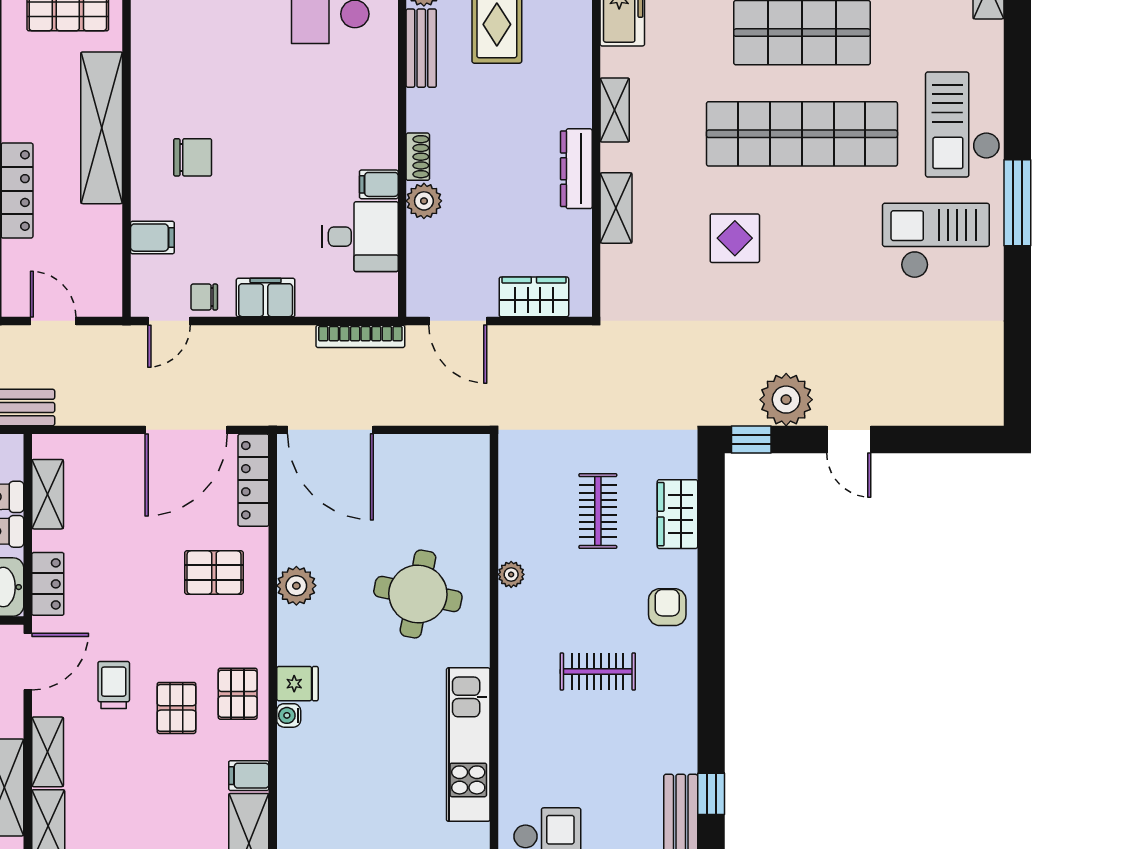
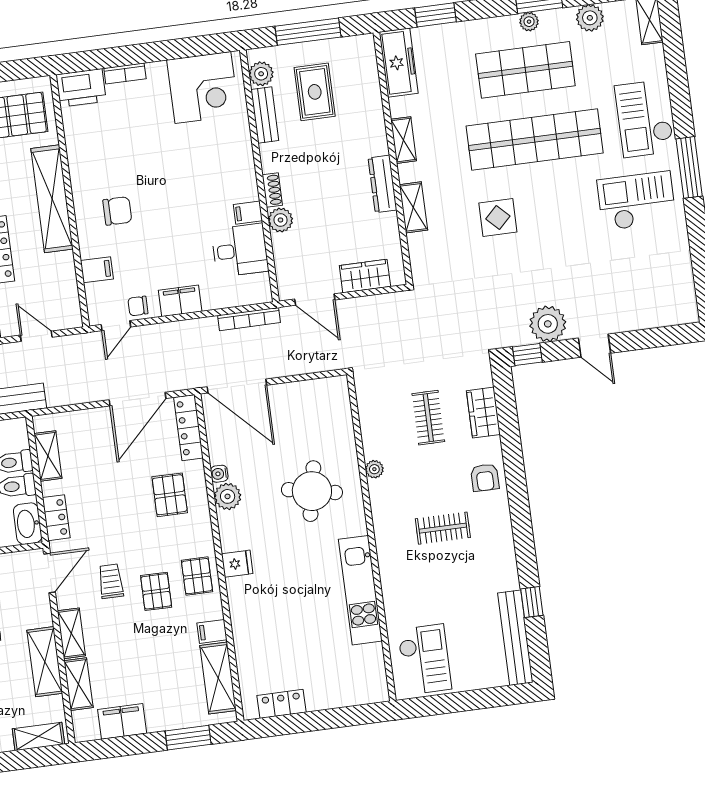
pallet: (214, 573) -> (170, 495), turned 90
armchair: (667, 607) -> (485, 478), turned 180
water cooler: (289, 715) -> (219, 474), moved

